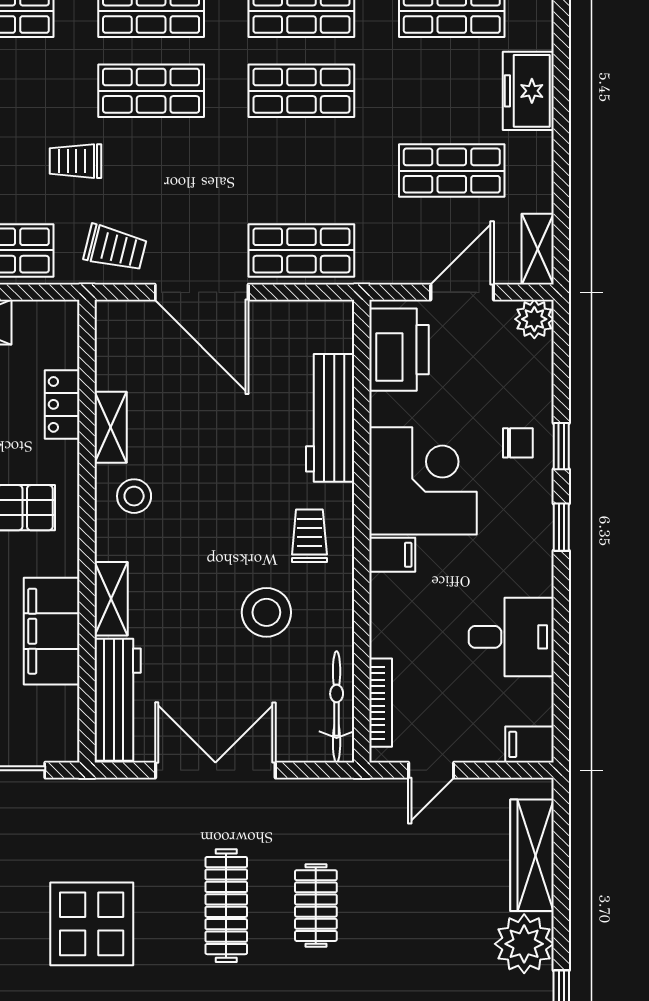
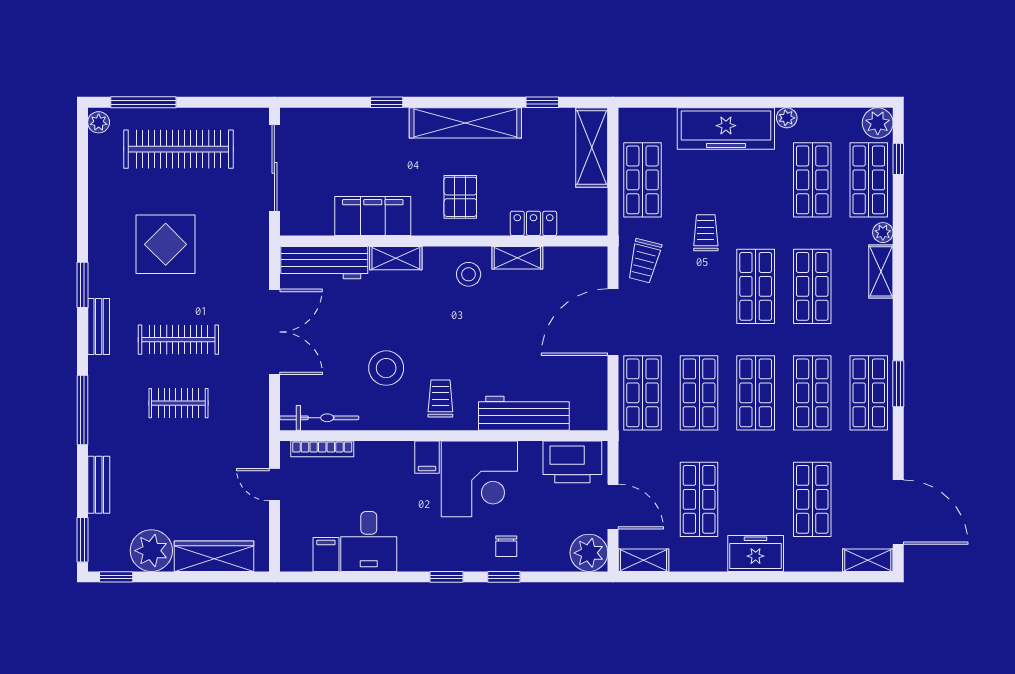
shop shelf: (301, 171) -> (699, 393), added
plant: (534, 319) -> (589, 553), width x1.36, depth x1.36
trolley: (309, 536) -> (440, 399), turned -90
filing cabinet: (530, 744) -> (326, 554), moved

